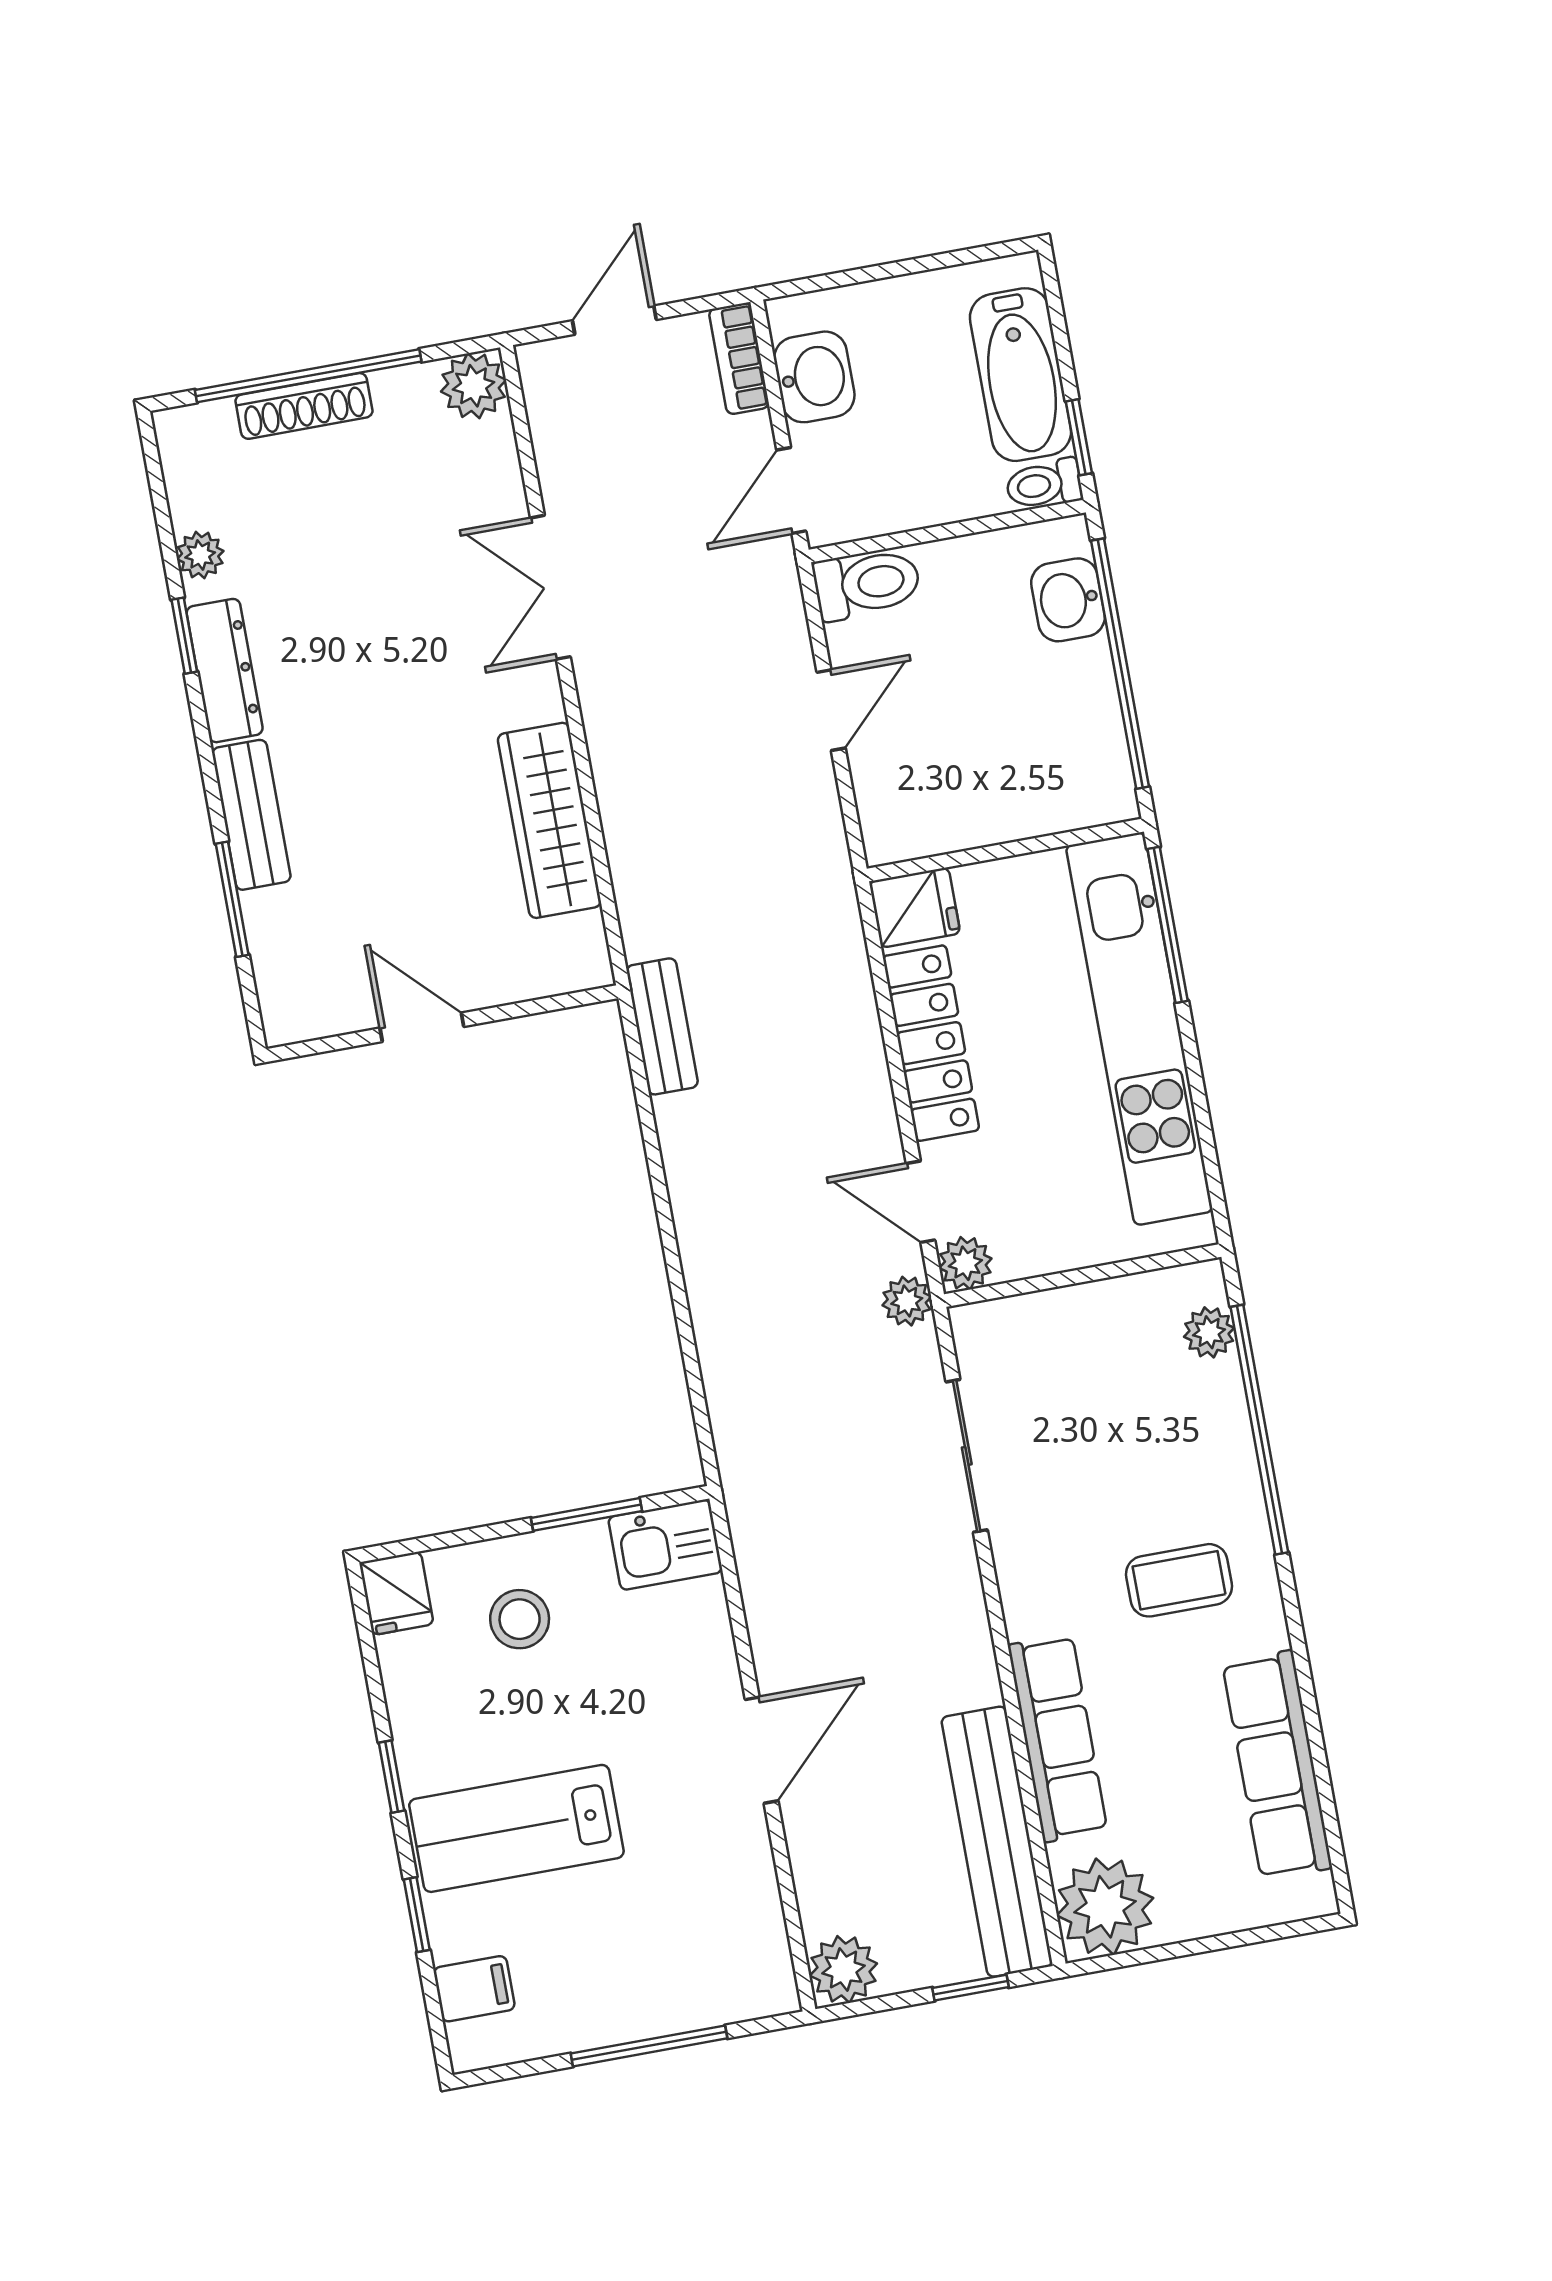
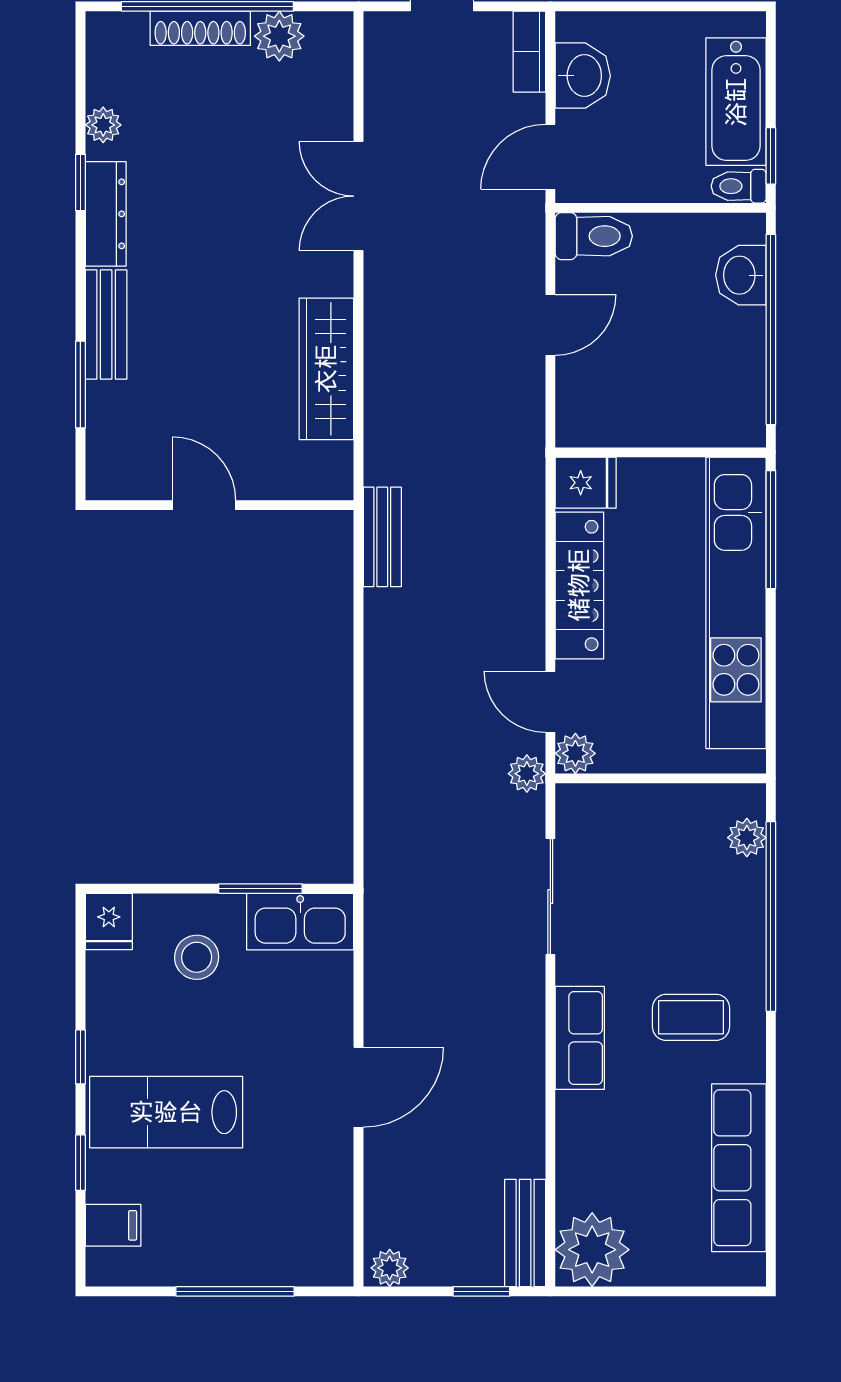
plant: (474, 386) -> (279, 36), moved
kitchen sink: (665, 1545) -> (300, 922), width x1.38
row of seats: (1058, 1738) -> (580, 1038), moved, width x0.68
bench: (997, 1842) -> (525, 1233), width x0.54, depth x0.82
plant: (844, 1969) -> (390, 1268), width x0.73, depth x0.73

